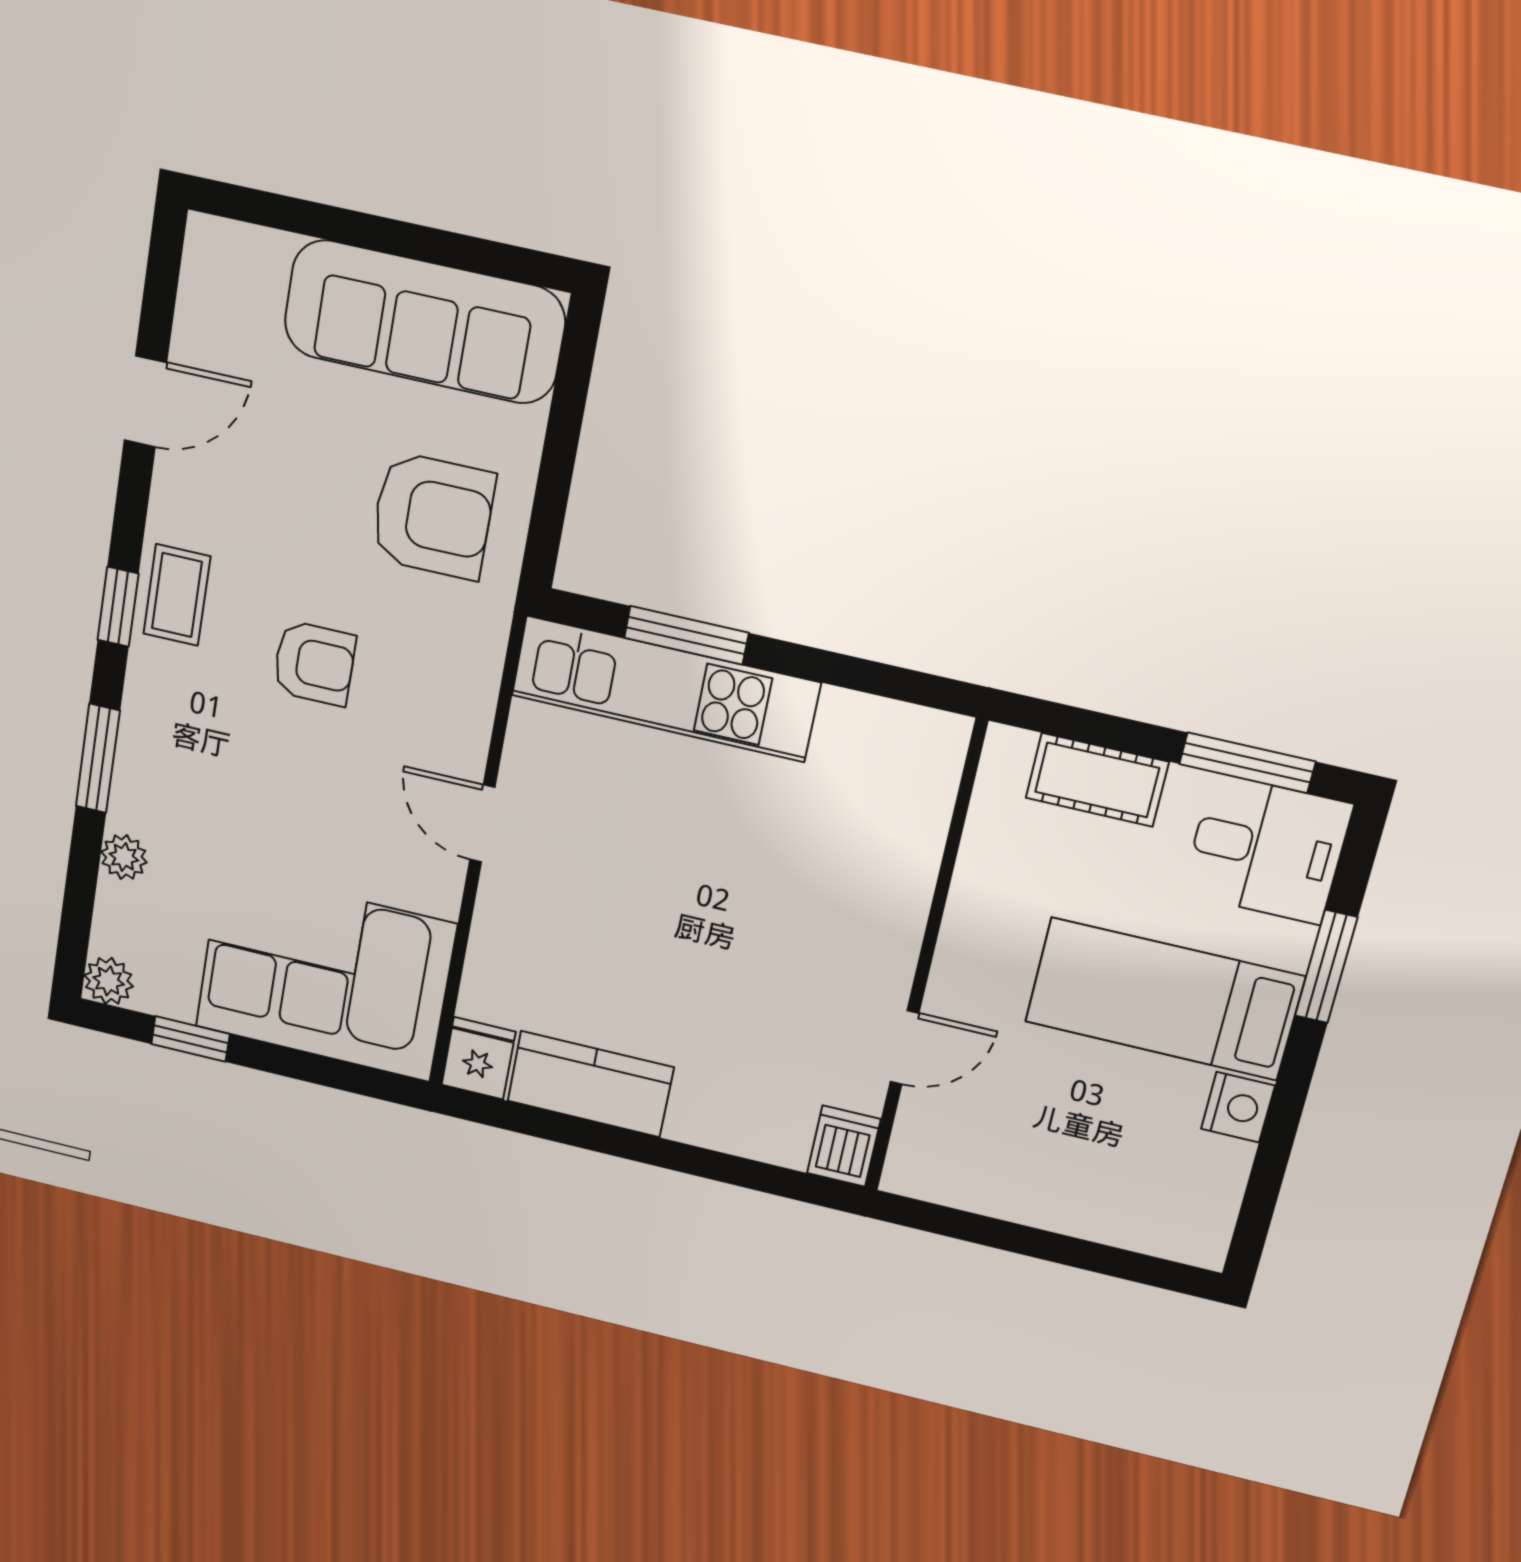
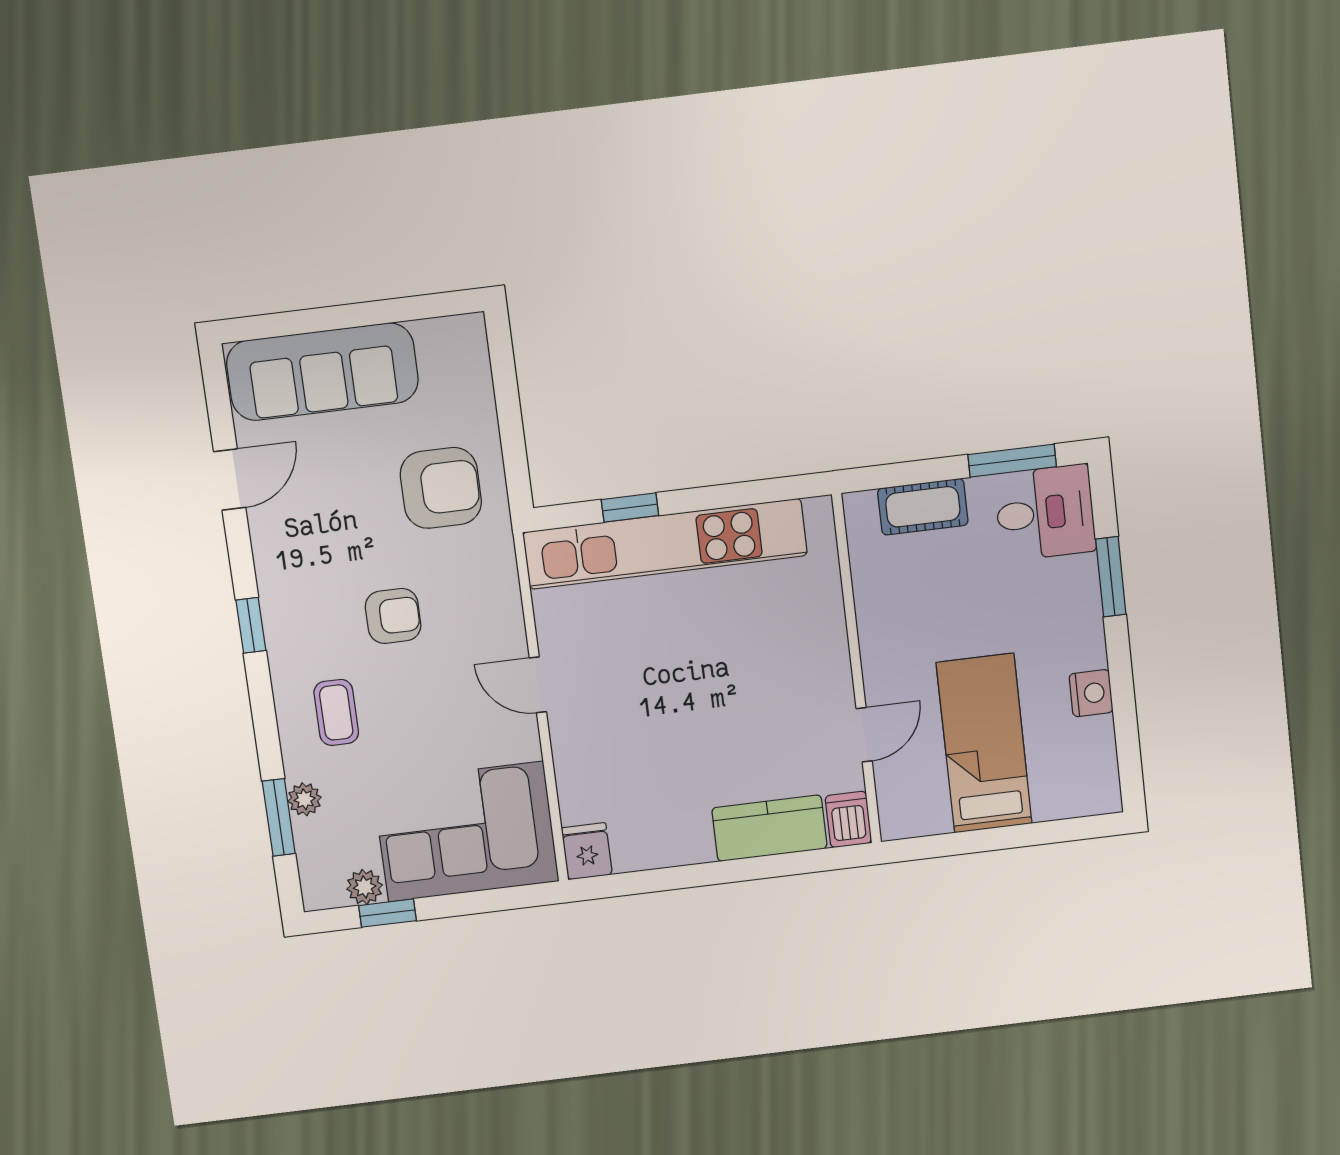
sofa: (424, 322) -> (322, 372), moved
coffee table: (177, 595) -> (336, 712), moved
window: (686, 635) -> (630, 508), width x0.67
kitchen unit: (665, 689) -> (665, 544), width x1.36
window: (98, 758) -> (279, 817), moved
plant: (109, 981) -> (365, 887), moved
bed: (1164, 999) -> (984, 743), moved, turned 90
kitchen counter: (590, 1084) -> (769, 828), moved

